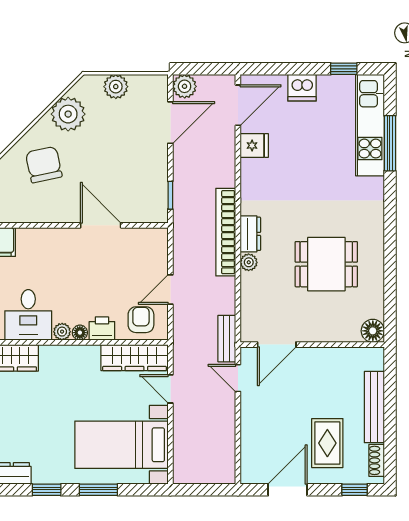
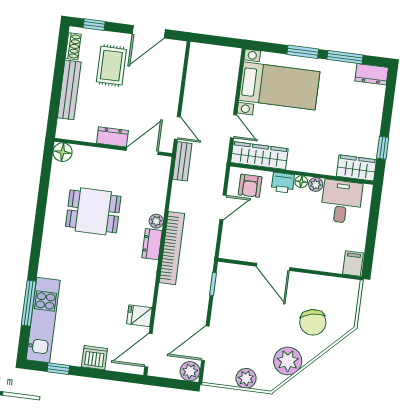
dresser: (315, 357) -> (112, 137), added
window: (47, 490) -> (345, 57), width x1.50

